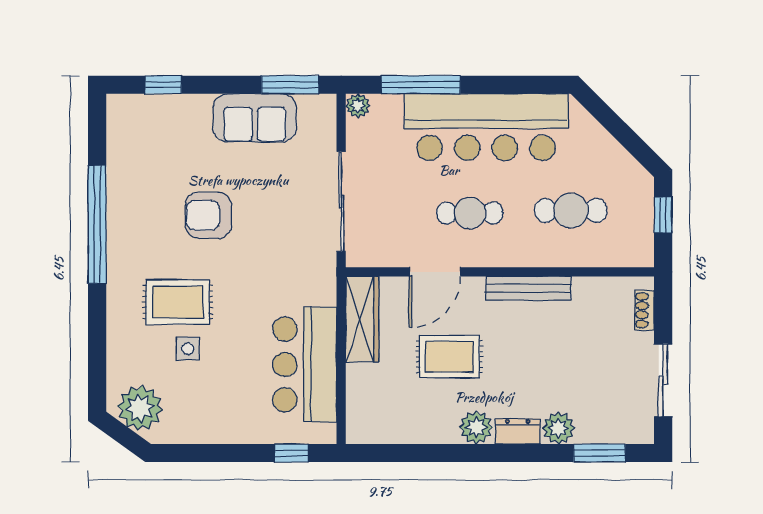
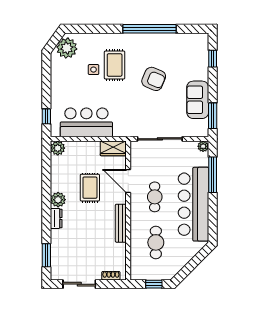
armchair: (208, 215) -> (154, 79), turned 113
wardrobe: (362, 319) -> (113, 148), width x0.67
plant: (559, 428) -> (58, 148), moved

